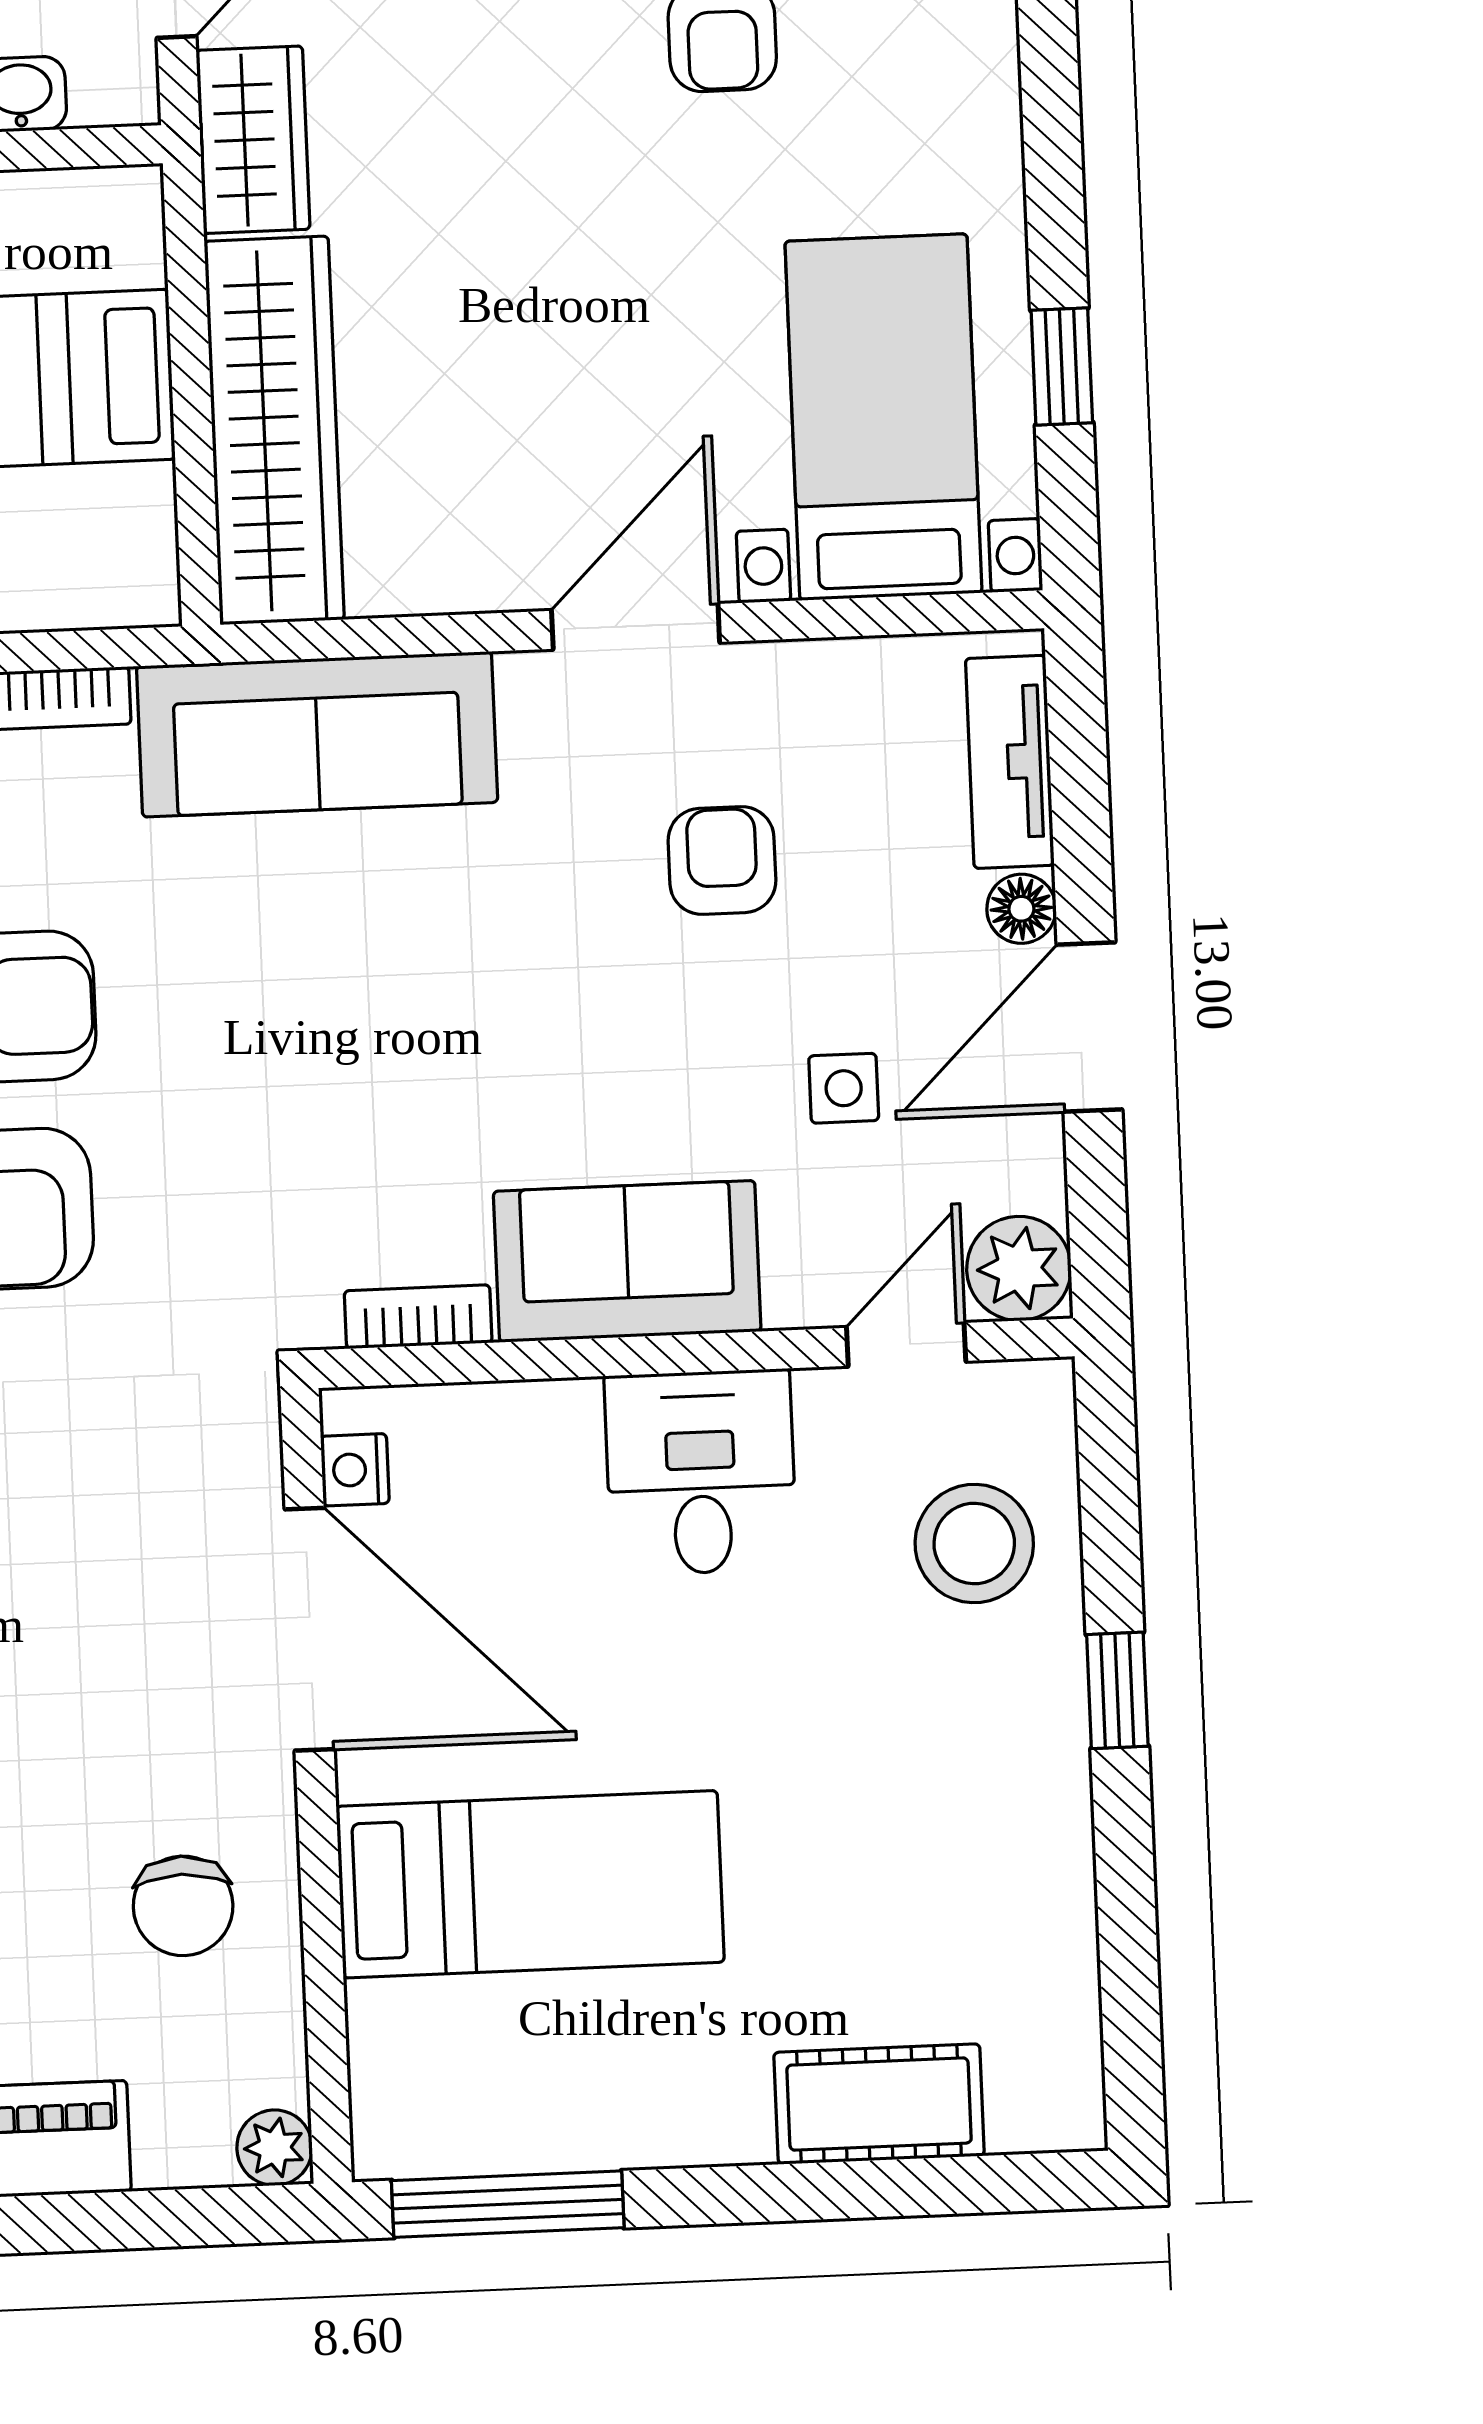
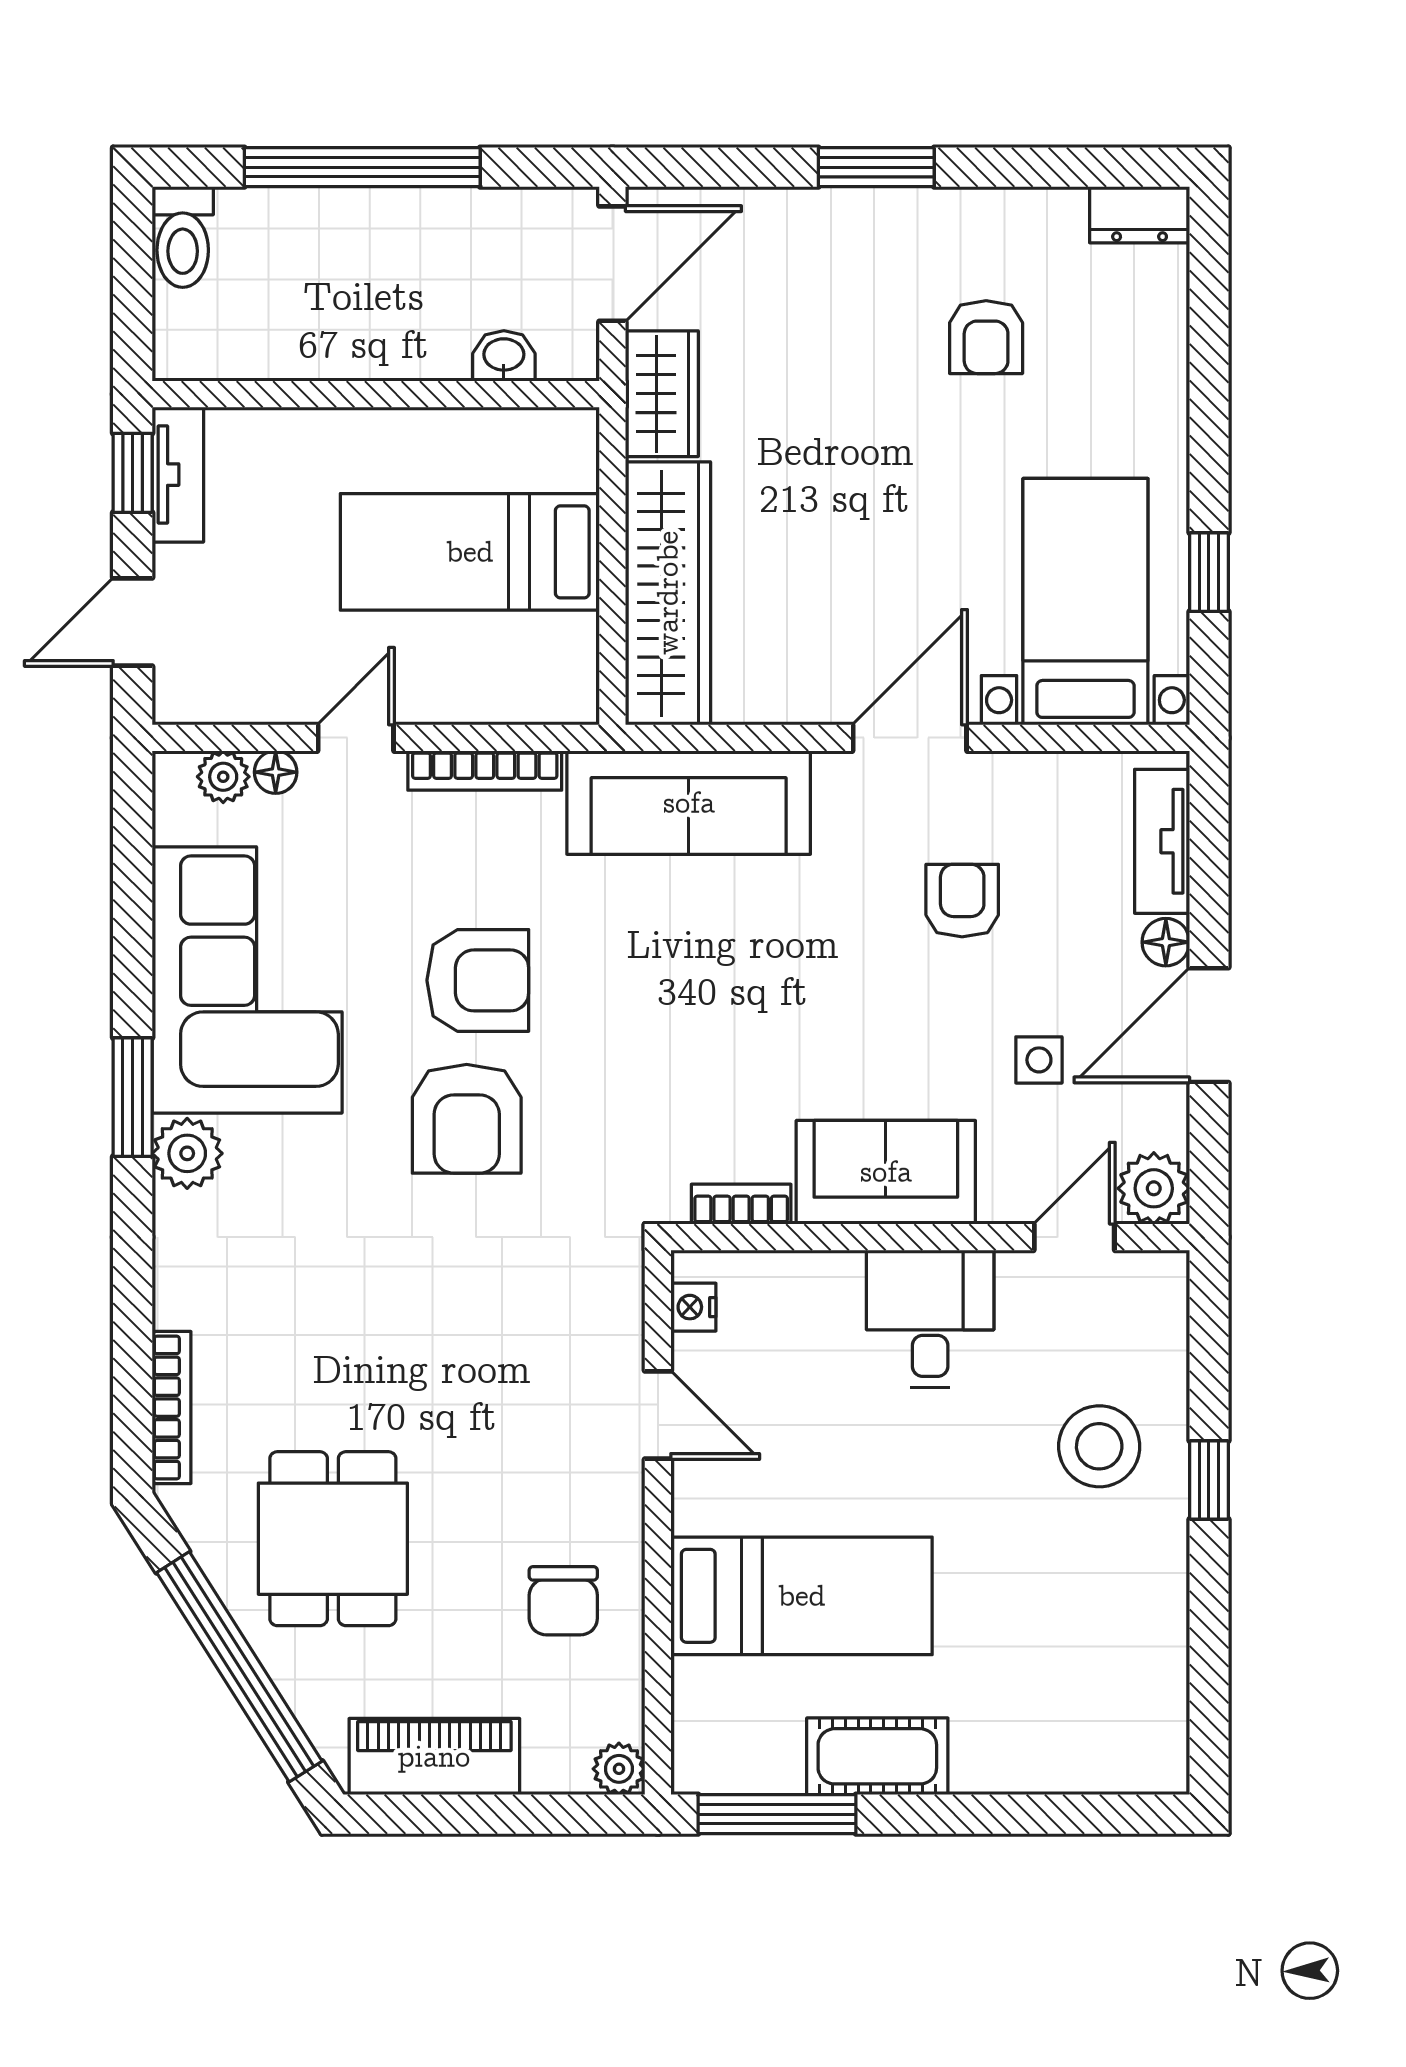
stool: (974, 1544) -> (1099, 1446), moved
door: (310, 1629) -> (658, 1415), width x0.53
cot: (879, 2104) -> (877, 1756), moved

